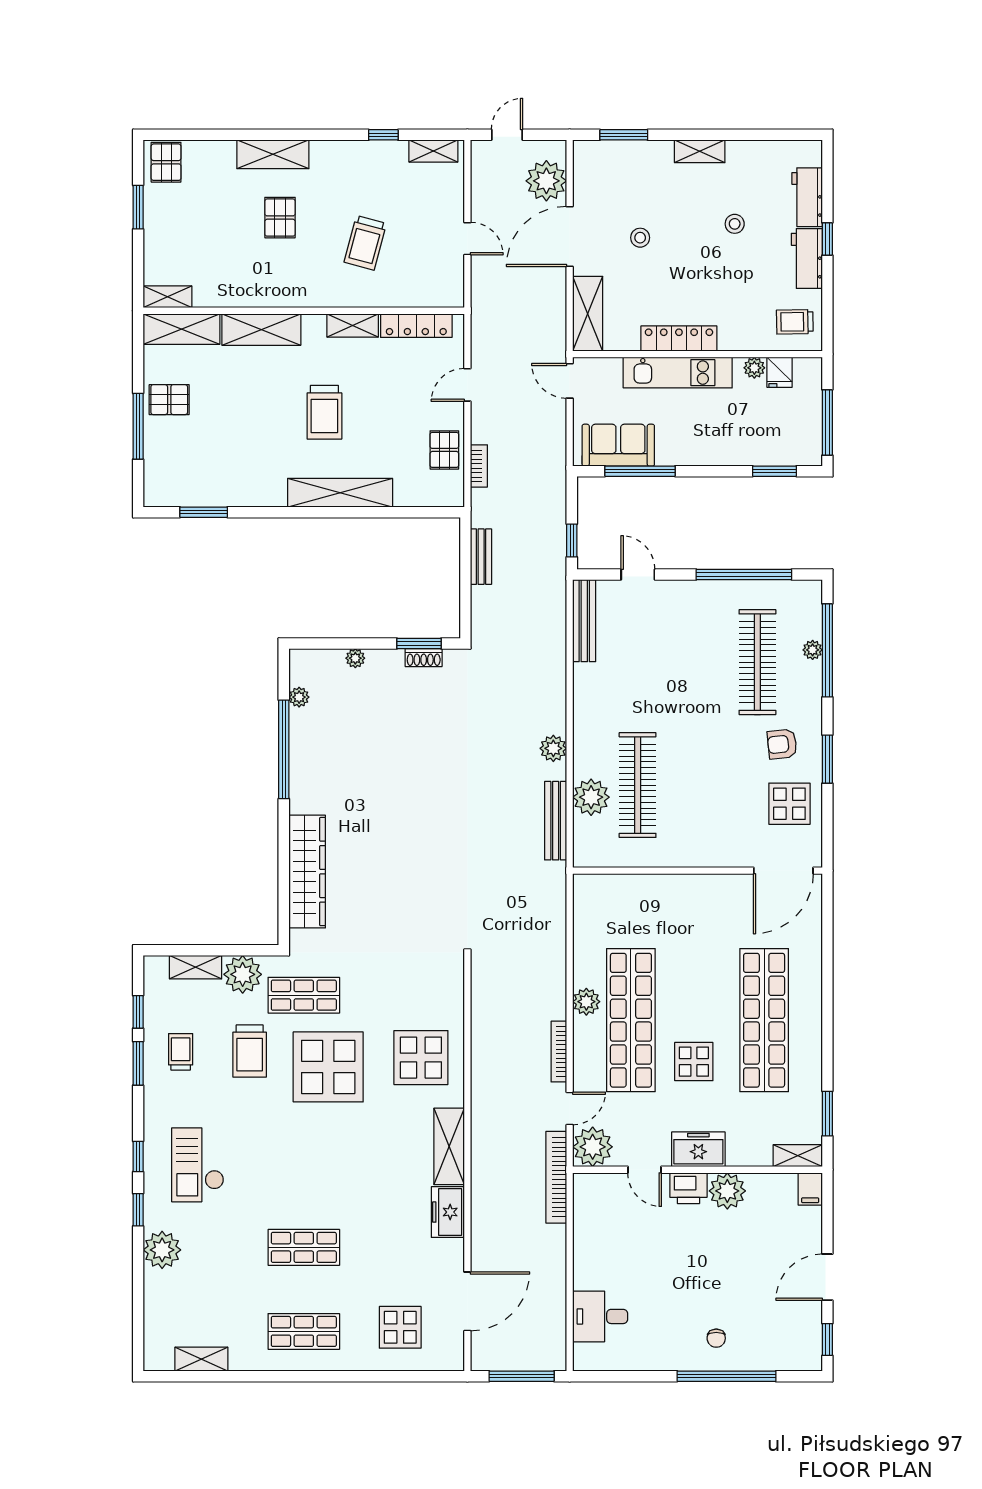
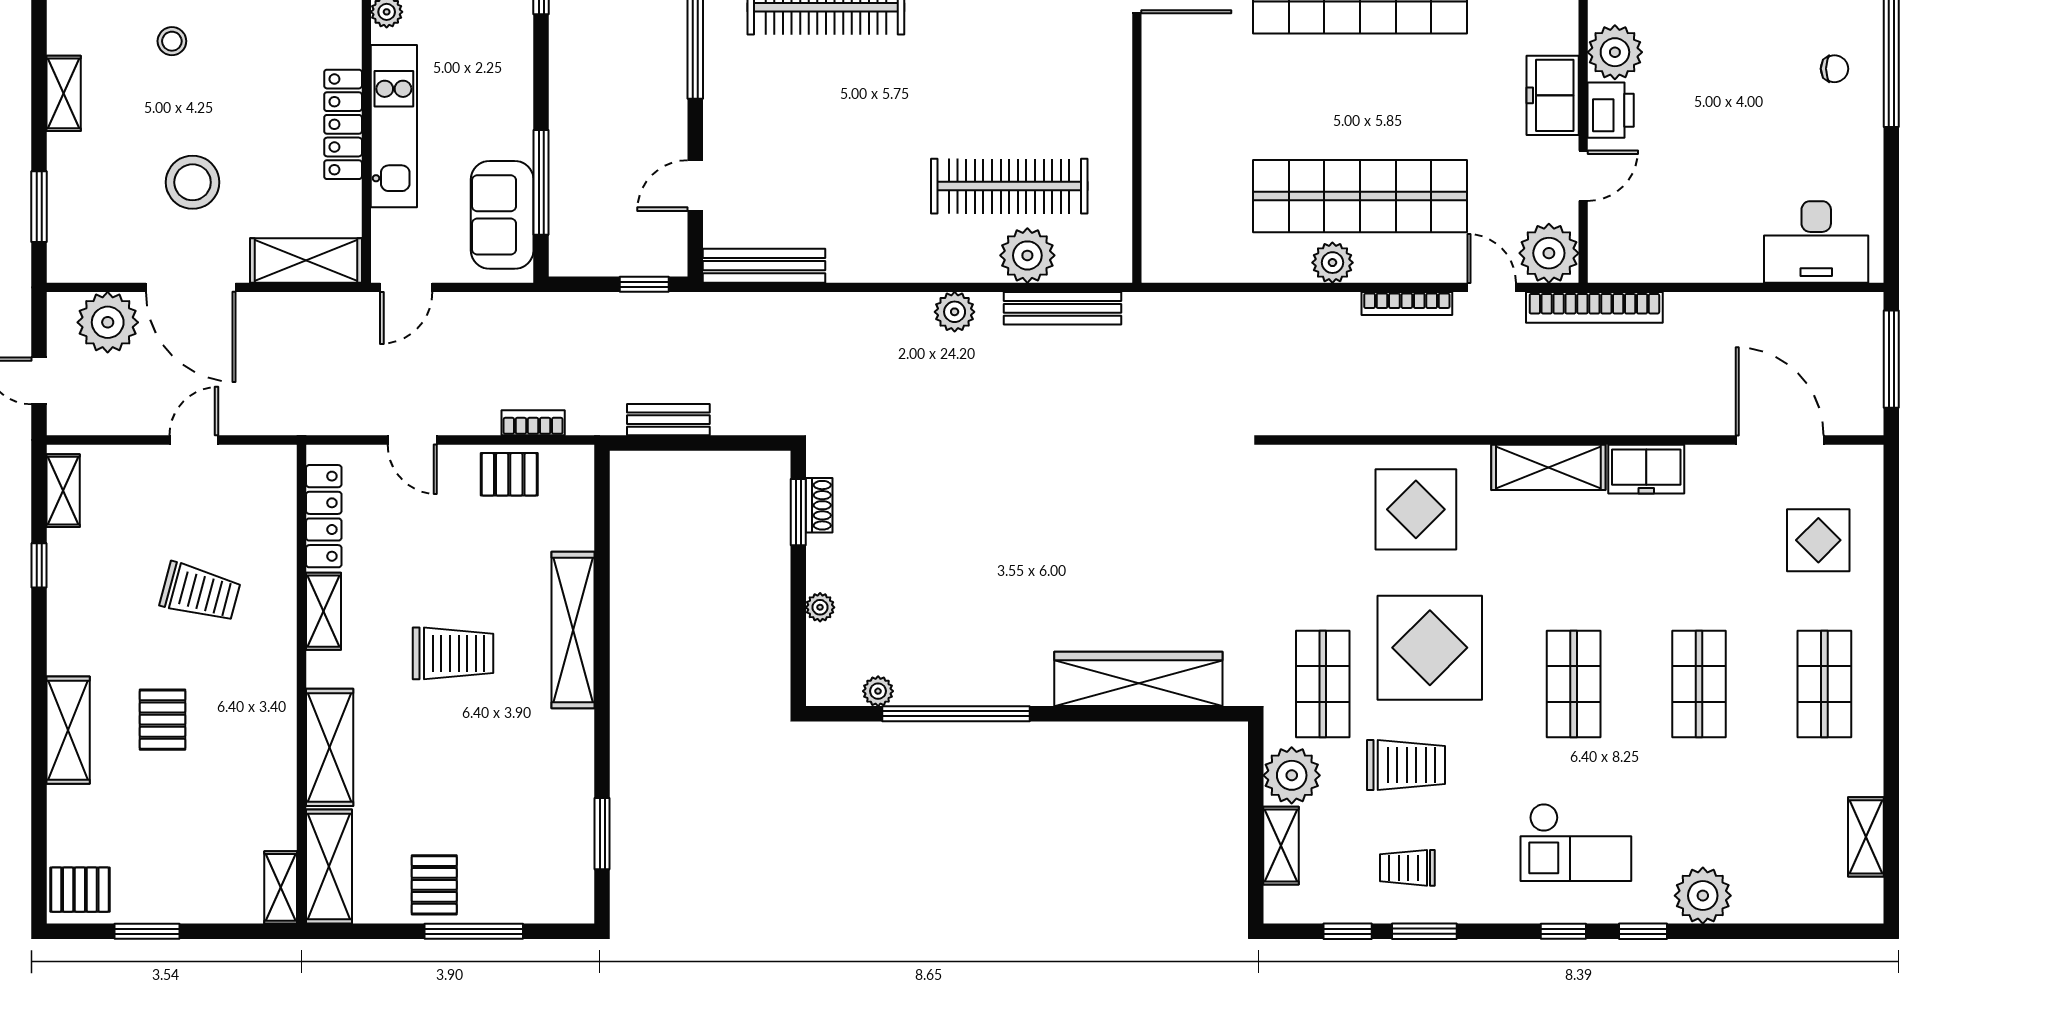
pallet: (280, 218) -> (163, 720), turned 90
stool: (640, 238) -> (193, 182), width x1.89, depth x1.89
display table: (694, 1062) -> (1422, 102), removed
shop shelf: (304, 1163) -> (1574, 684), added
desk: (600, 1316) -> (1816, 242), width x1.37

